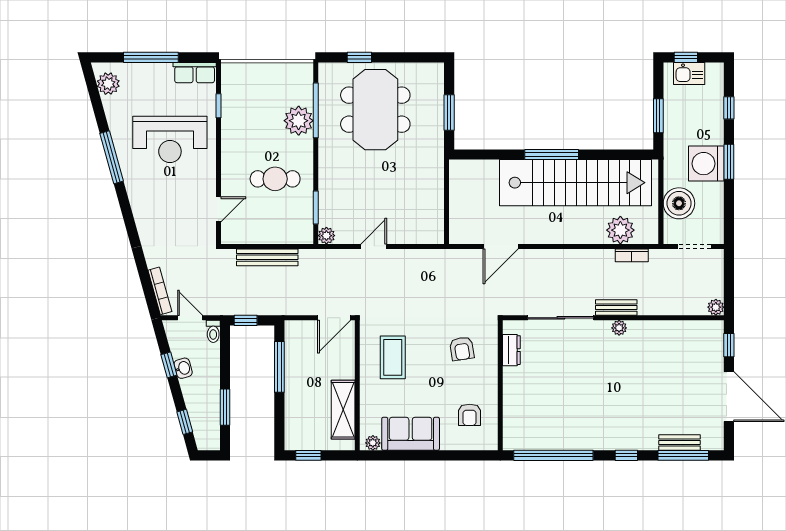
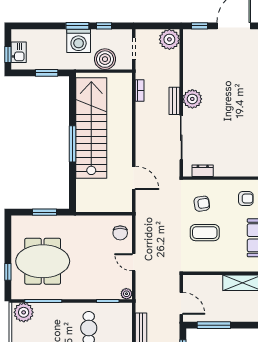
window: (729, 108) -> (104, 26), moved
plant: (299, 121) -> (24, 312), moved
chair: (418, 226) -> (120, 233), added
plant: (620, 230) -> (123, 98), removed
plant: (716, 307) -> (169, 39), width x1.87, depth x1.87
door: (334, 318) -> (181, 303), moved
plant: (619, 328) -> (192, 99), width x1.87, depth x1.87
coffee table: (393, 357) -> (205, 233), moved

